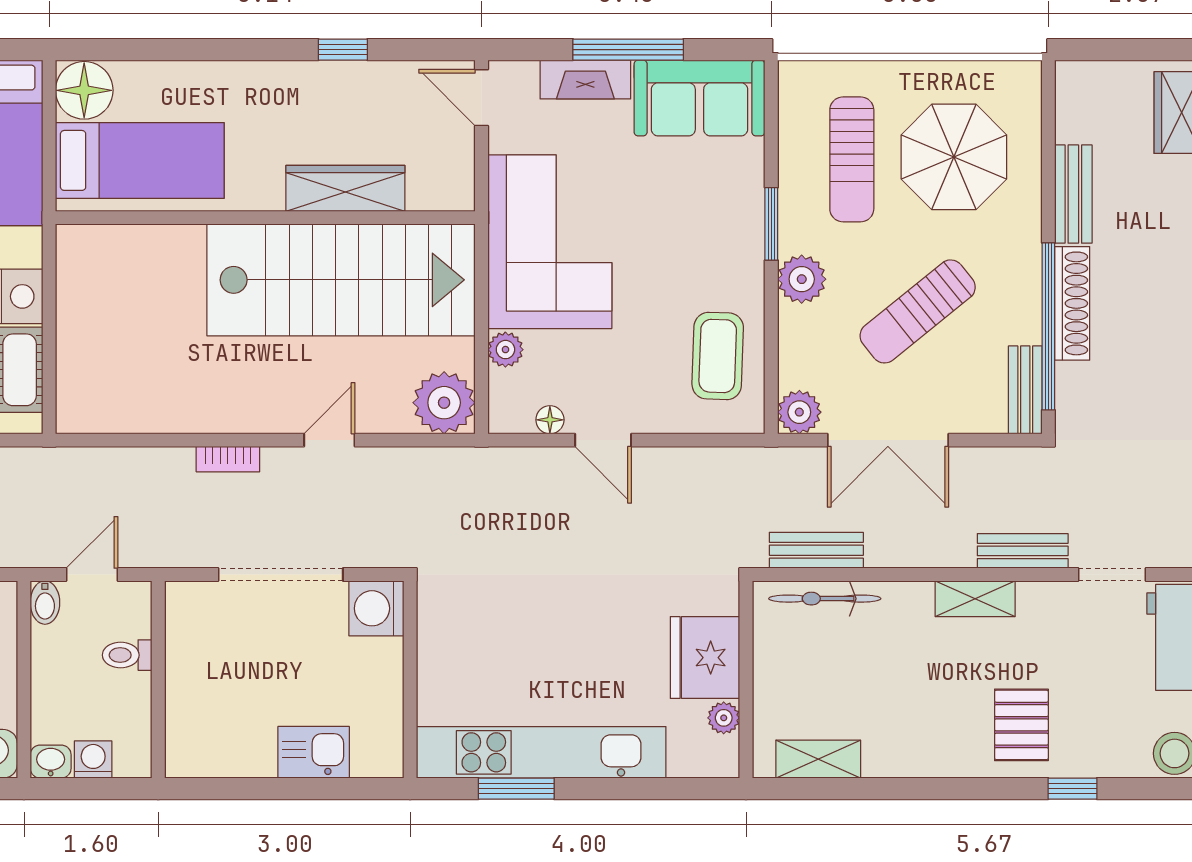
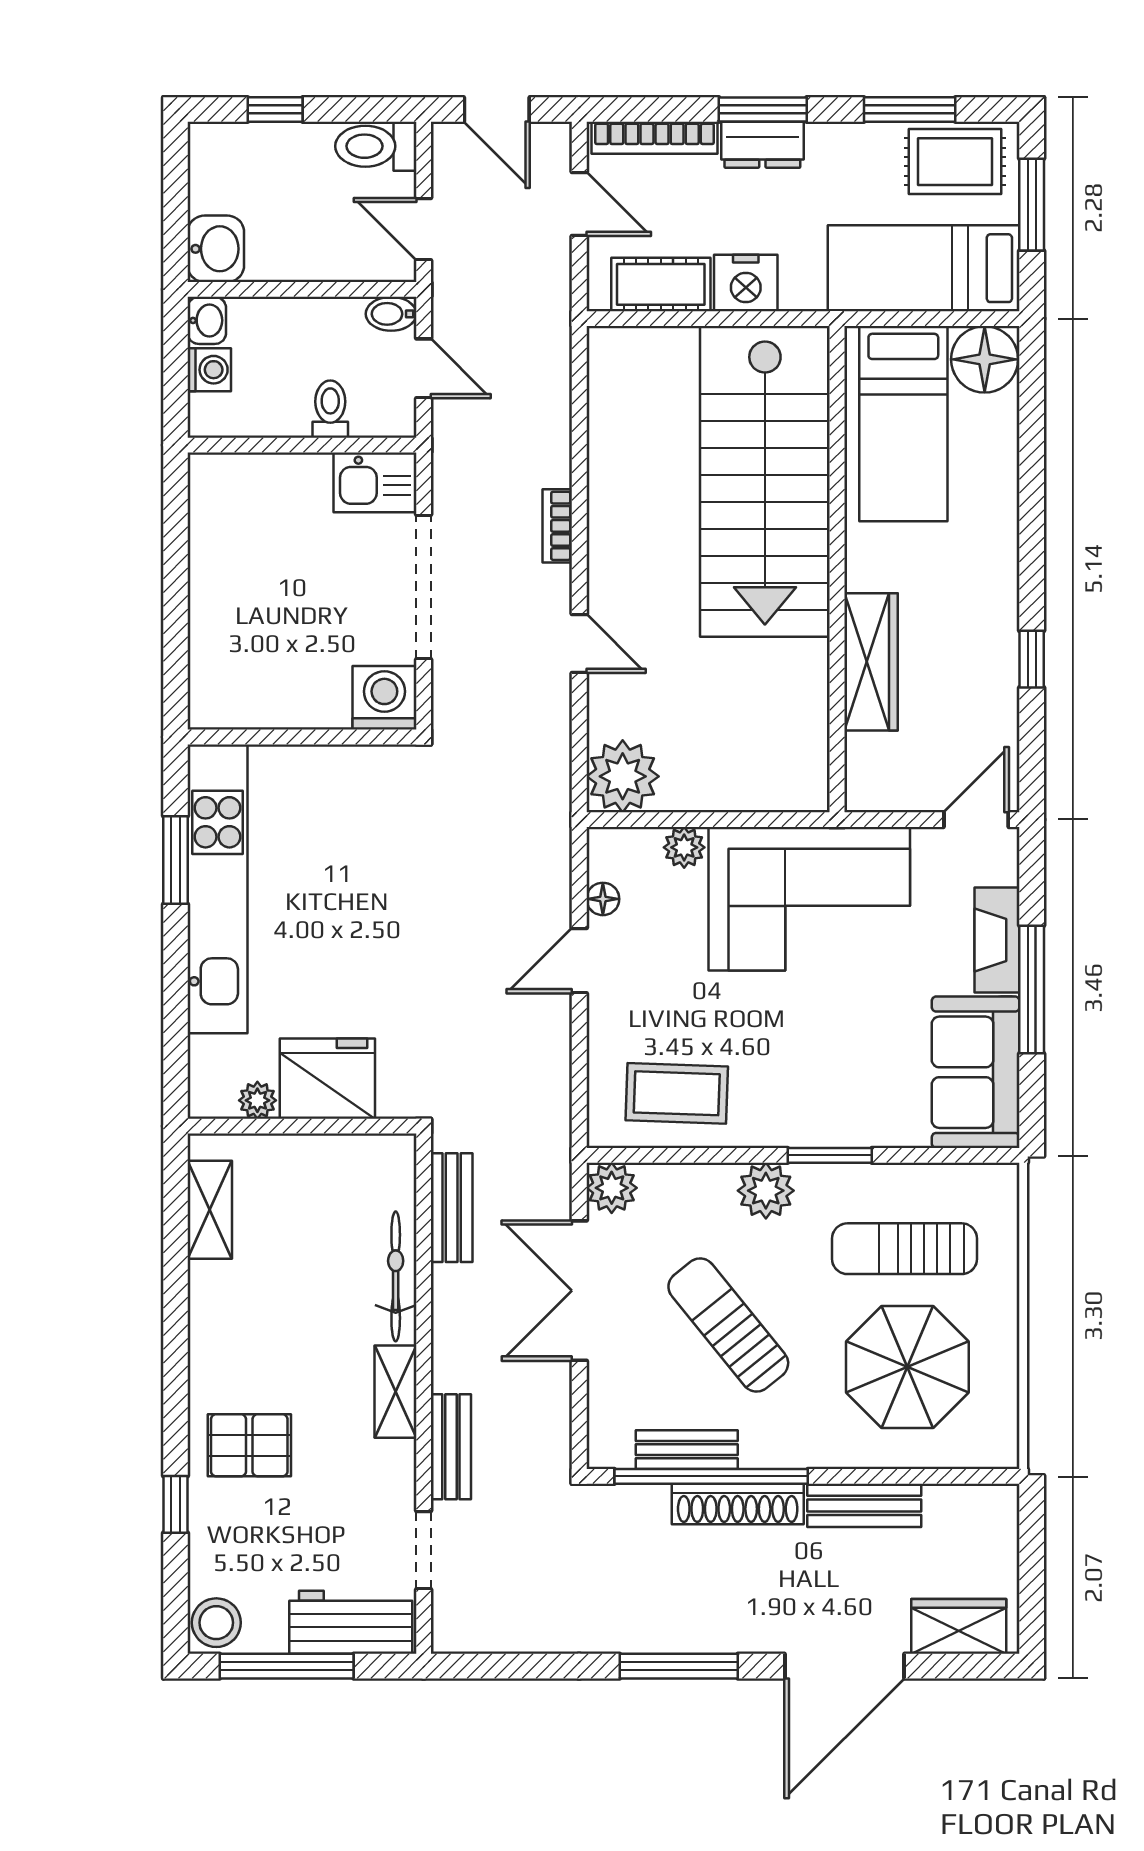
stairs: (341, 280) -> (765, 481), moved
bench: (1025, 390) -> (687, 1450), moved
bicycle: (825, 599) -> (396, 1276), moved
kitchen sink: (314, 752) -> (375, 482), moved, turned 90

